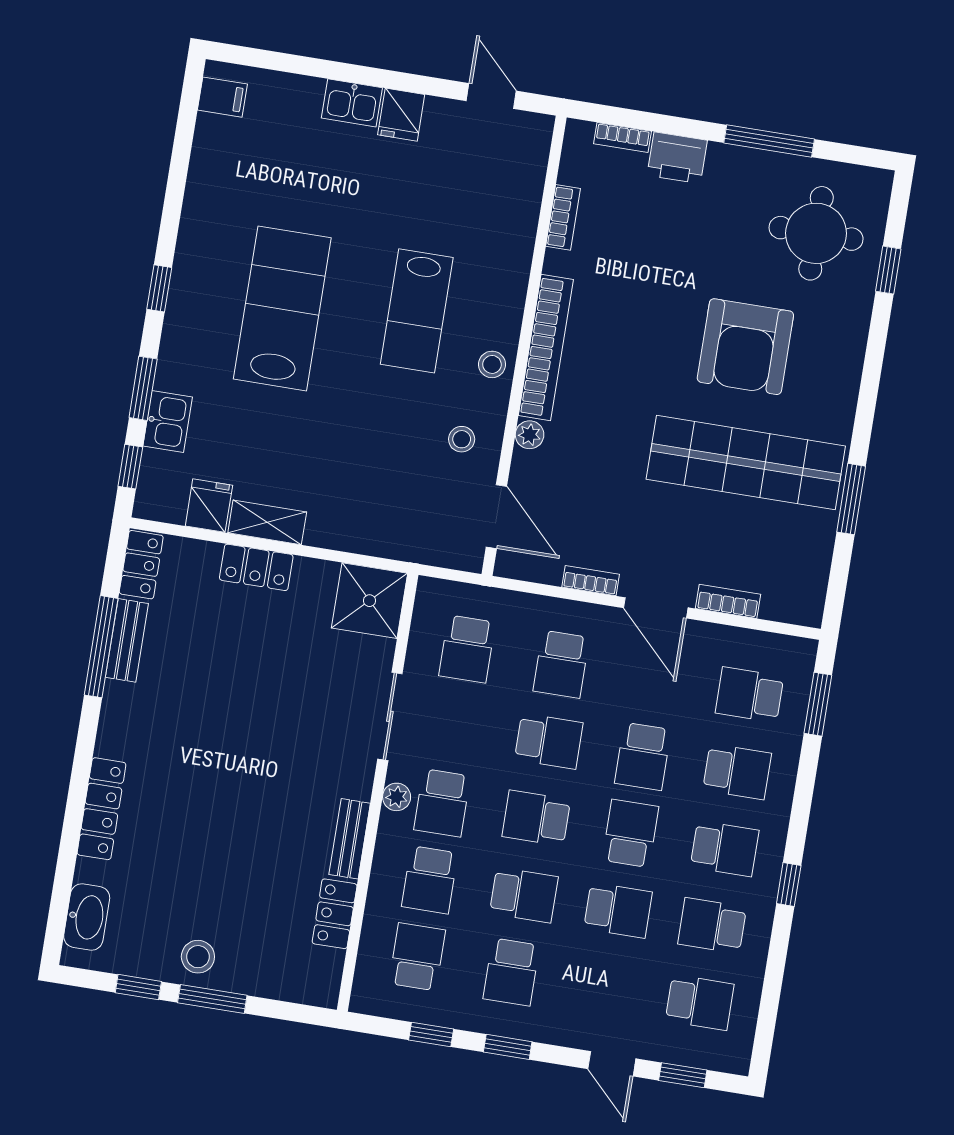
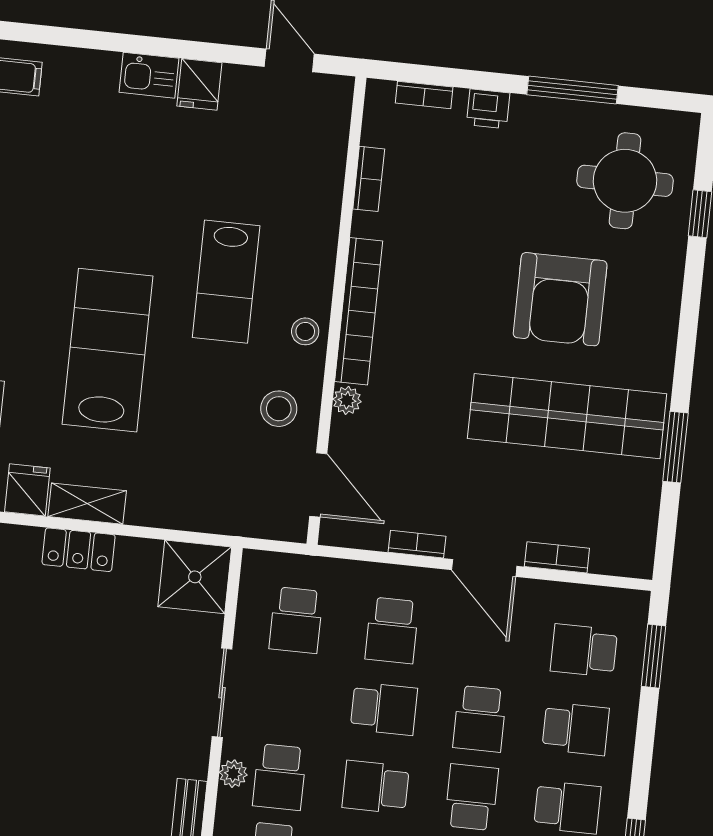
printer: (677, 158) -> (488, 109), width x0.73, depth x0.81
lab bench: (282, 308) -> (108, 350), moved
stool: (462, 439) -> (279, 409), width x1.37, depth x1.37

